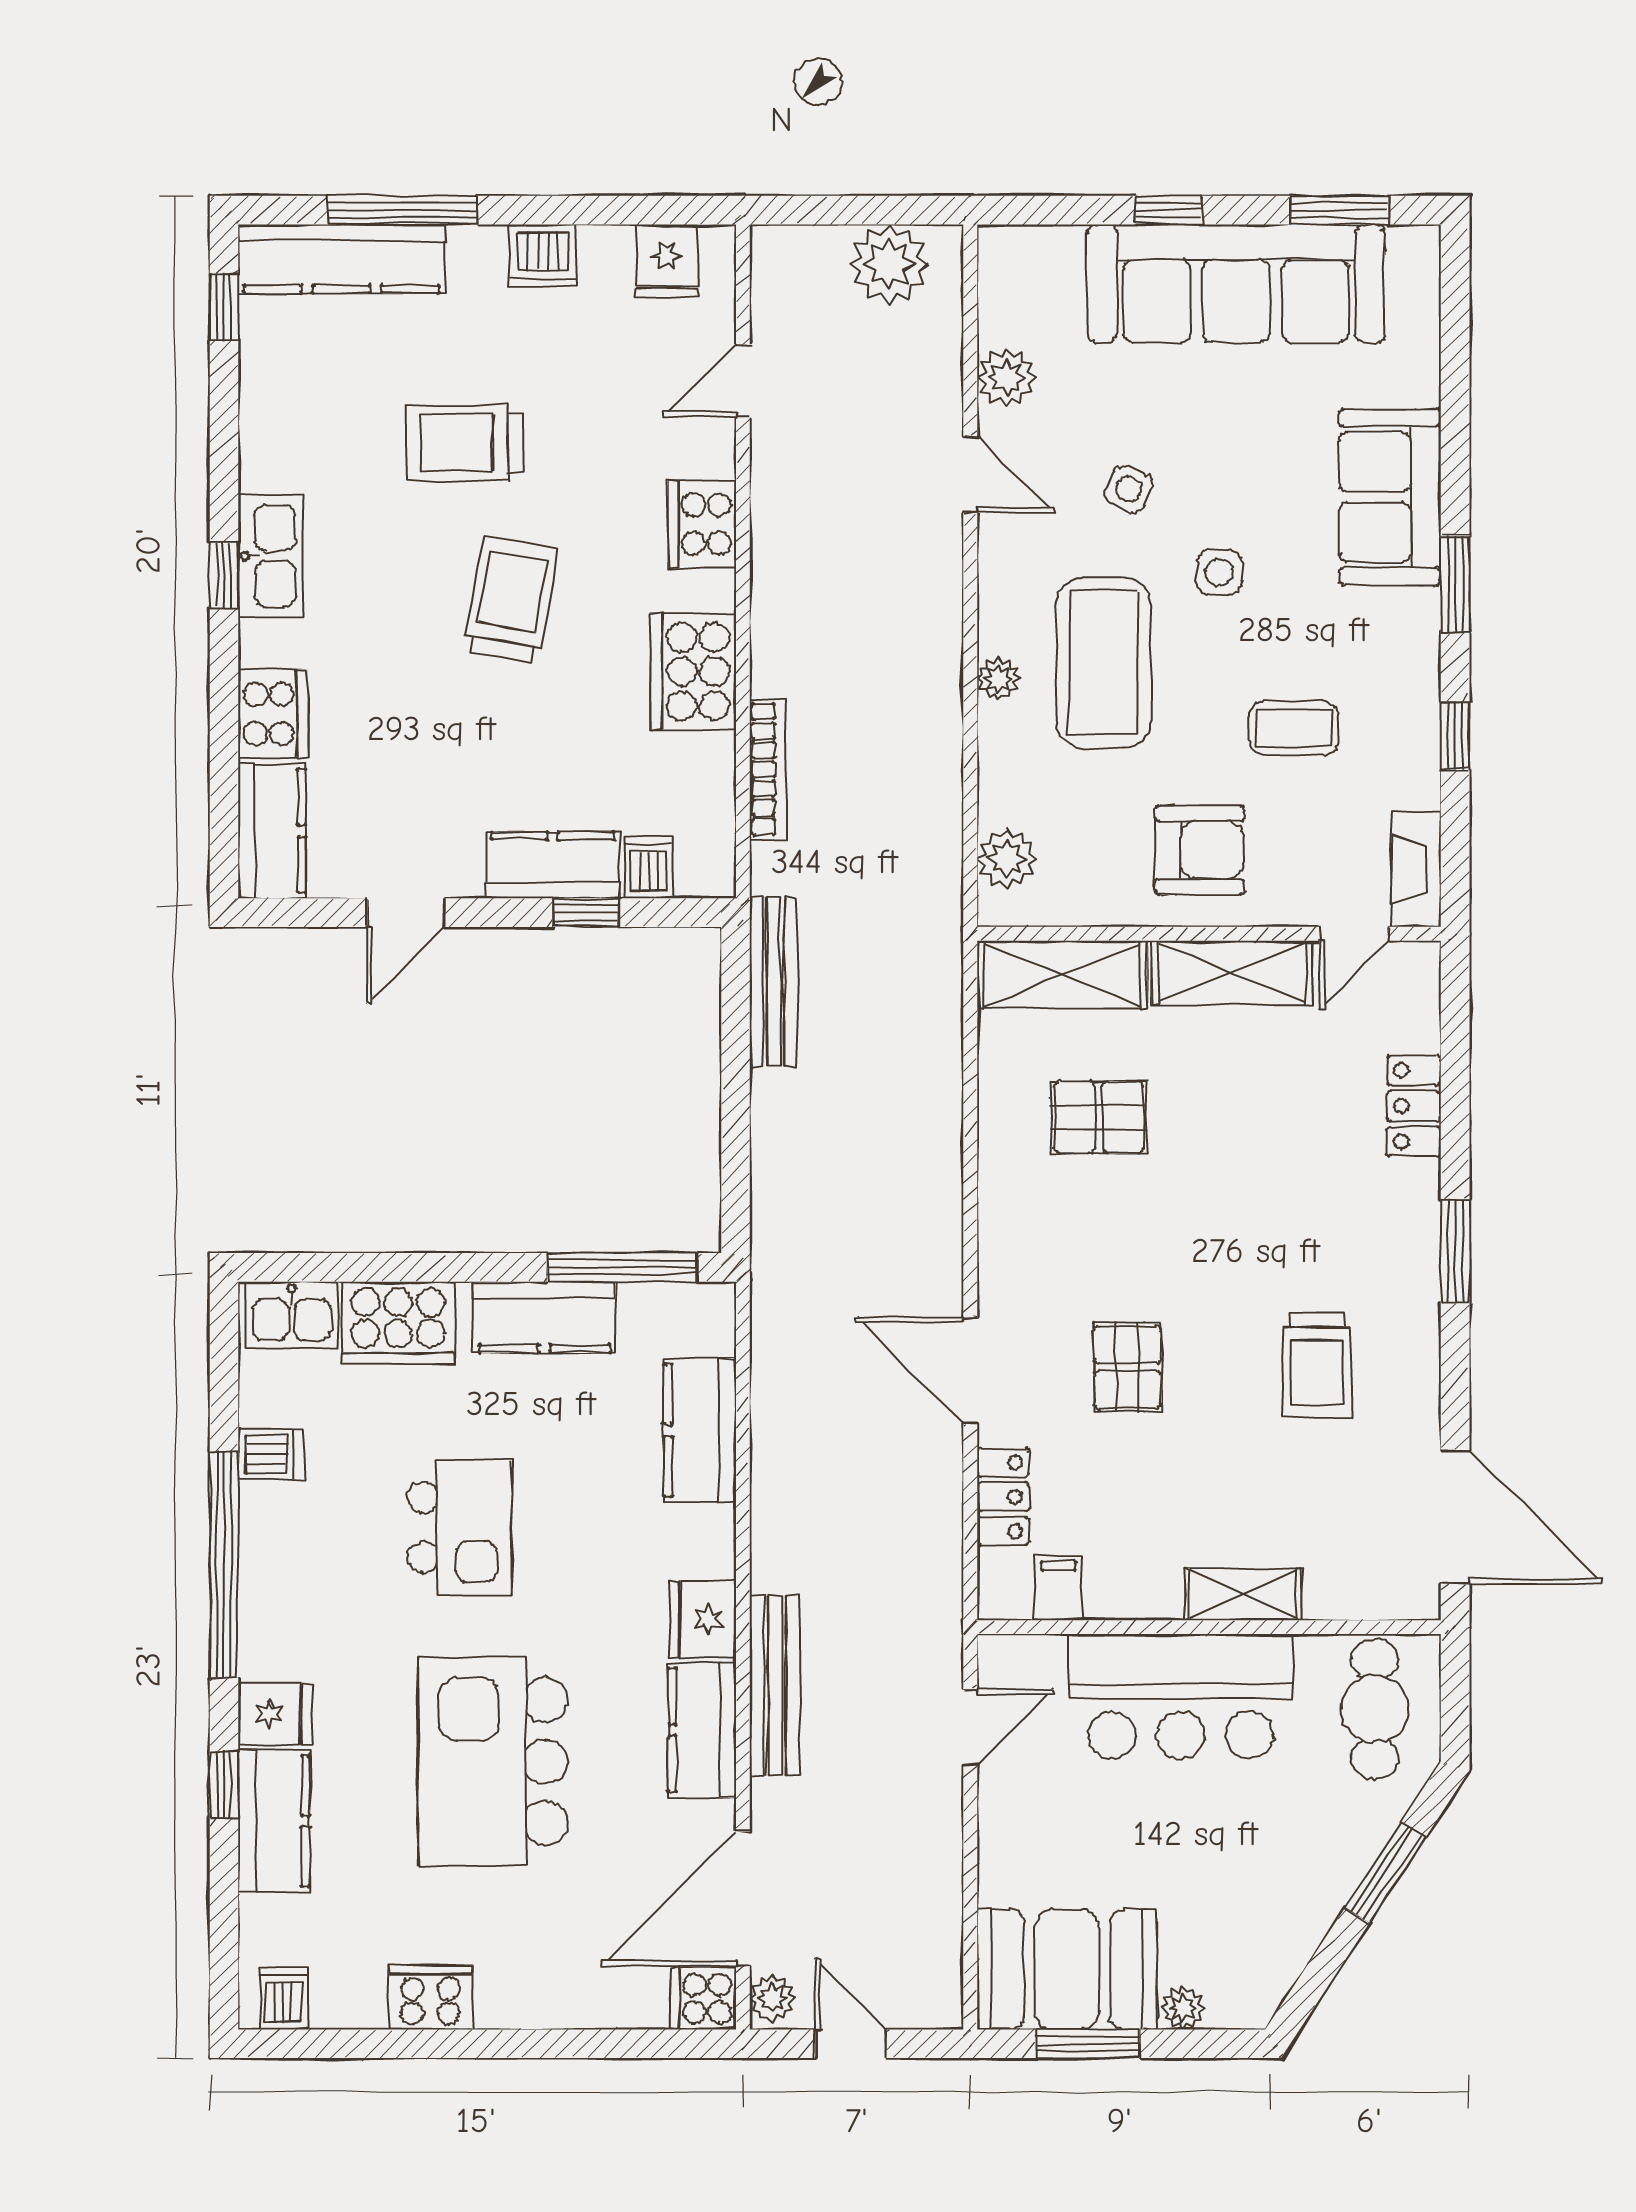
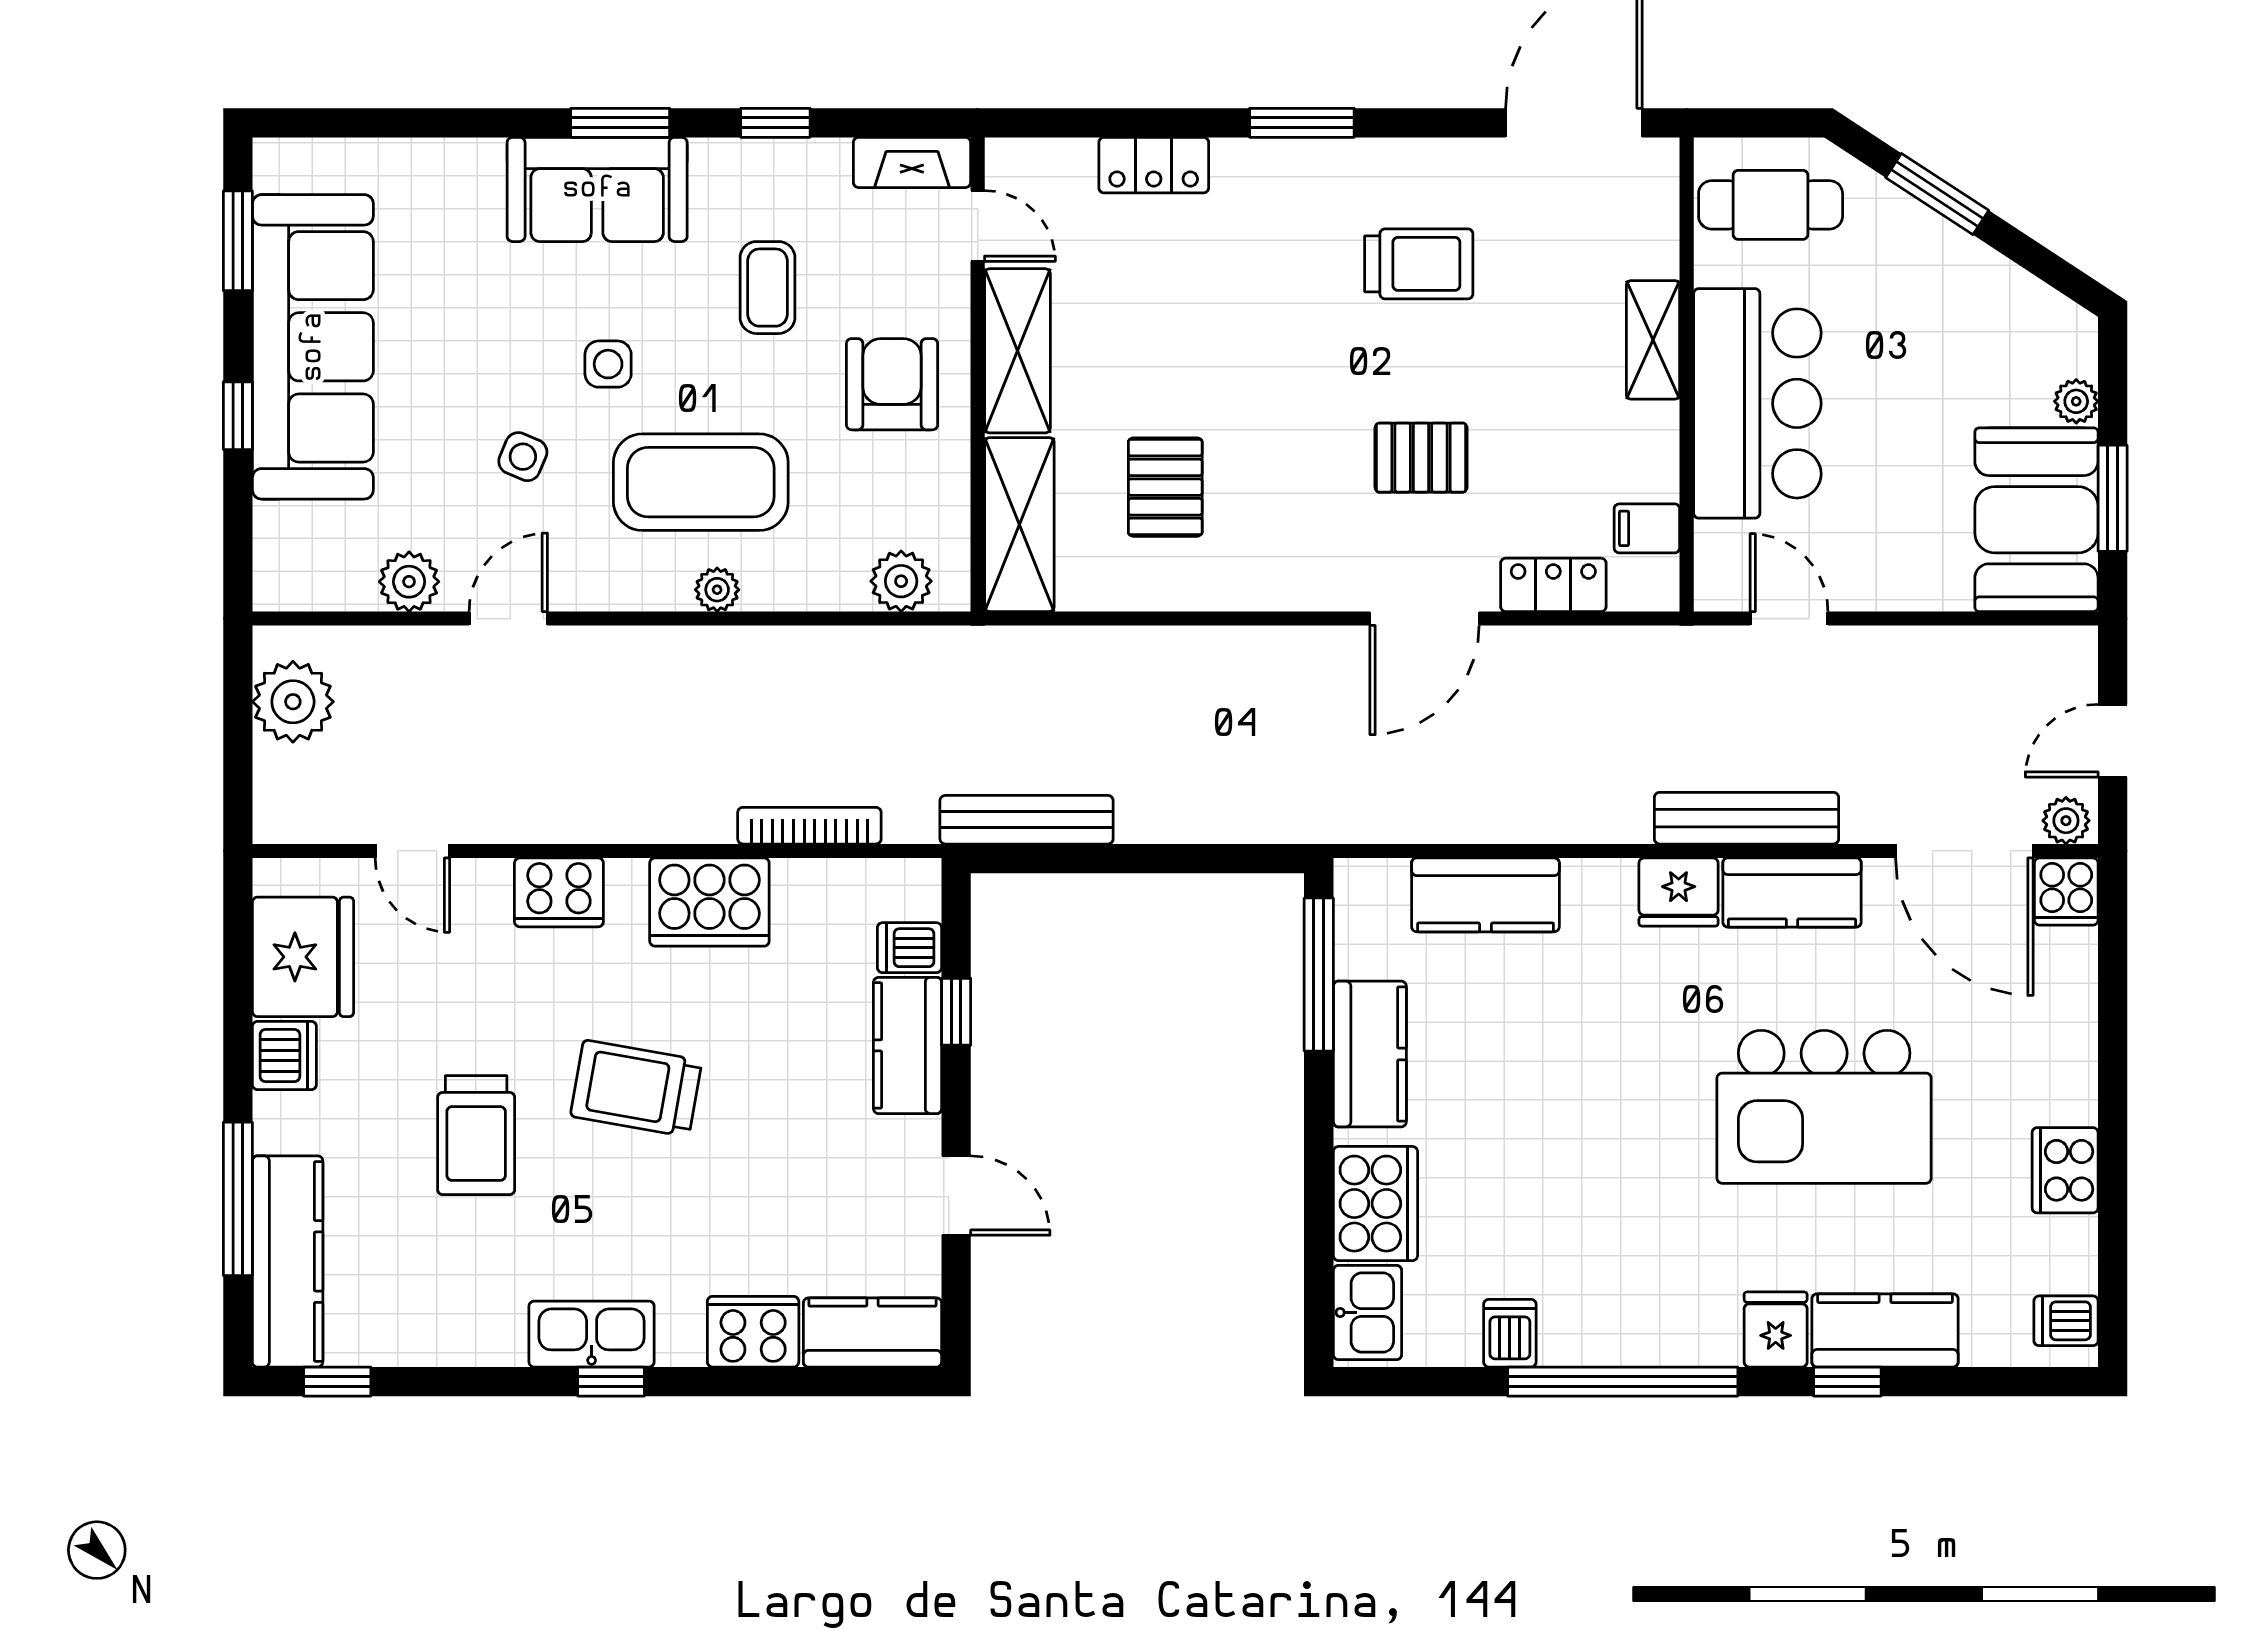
fridge: (667, 261) -> (303, 957), width x1.88, depth x1.34
sofa: (1390, 497) -> (597, 189), moved
kitchen island: (459, 1527) -> (1585, 1141), removed

